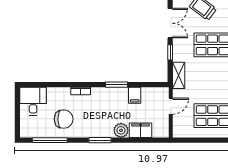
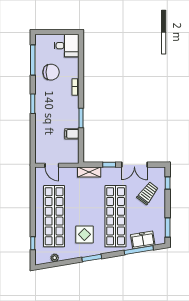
door: (171, 106) -> (52, 165), moved
chair: (64, 119) -> (51, 72), turned -90
plant: (121, 130) -> (41, 122), removed
filing cabinet: (141, 130) -> (41, 139), removed

